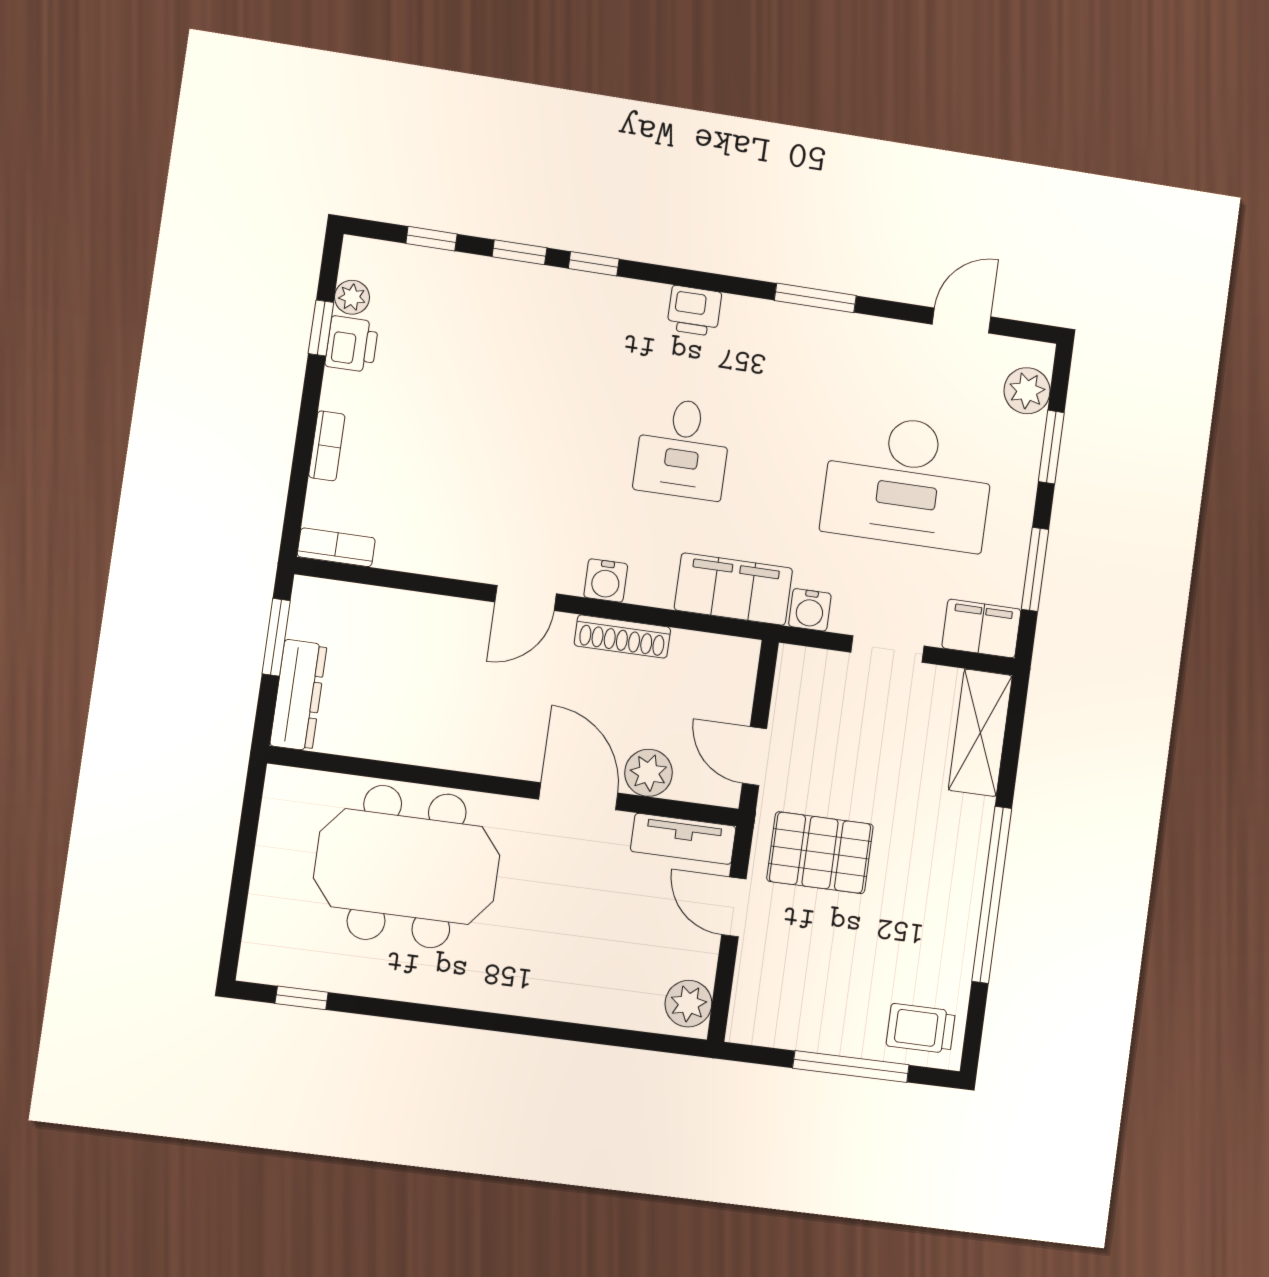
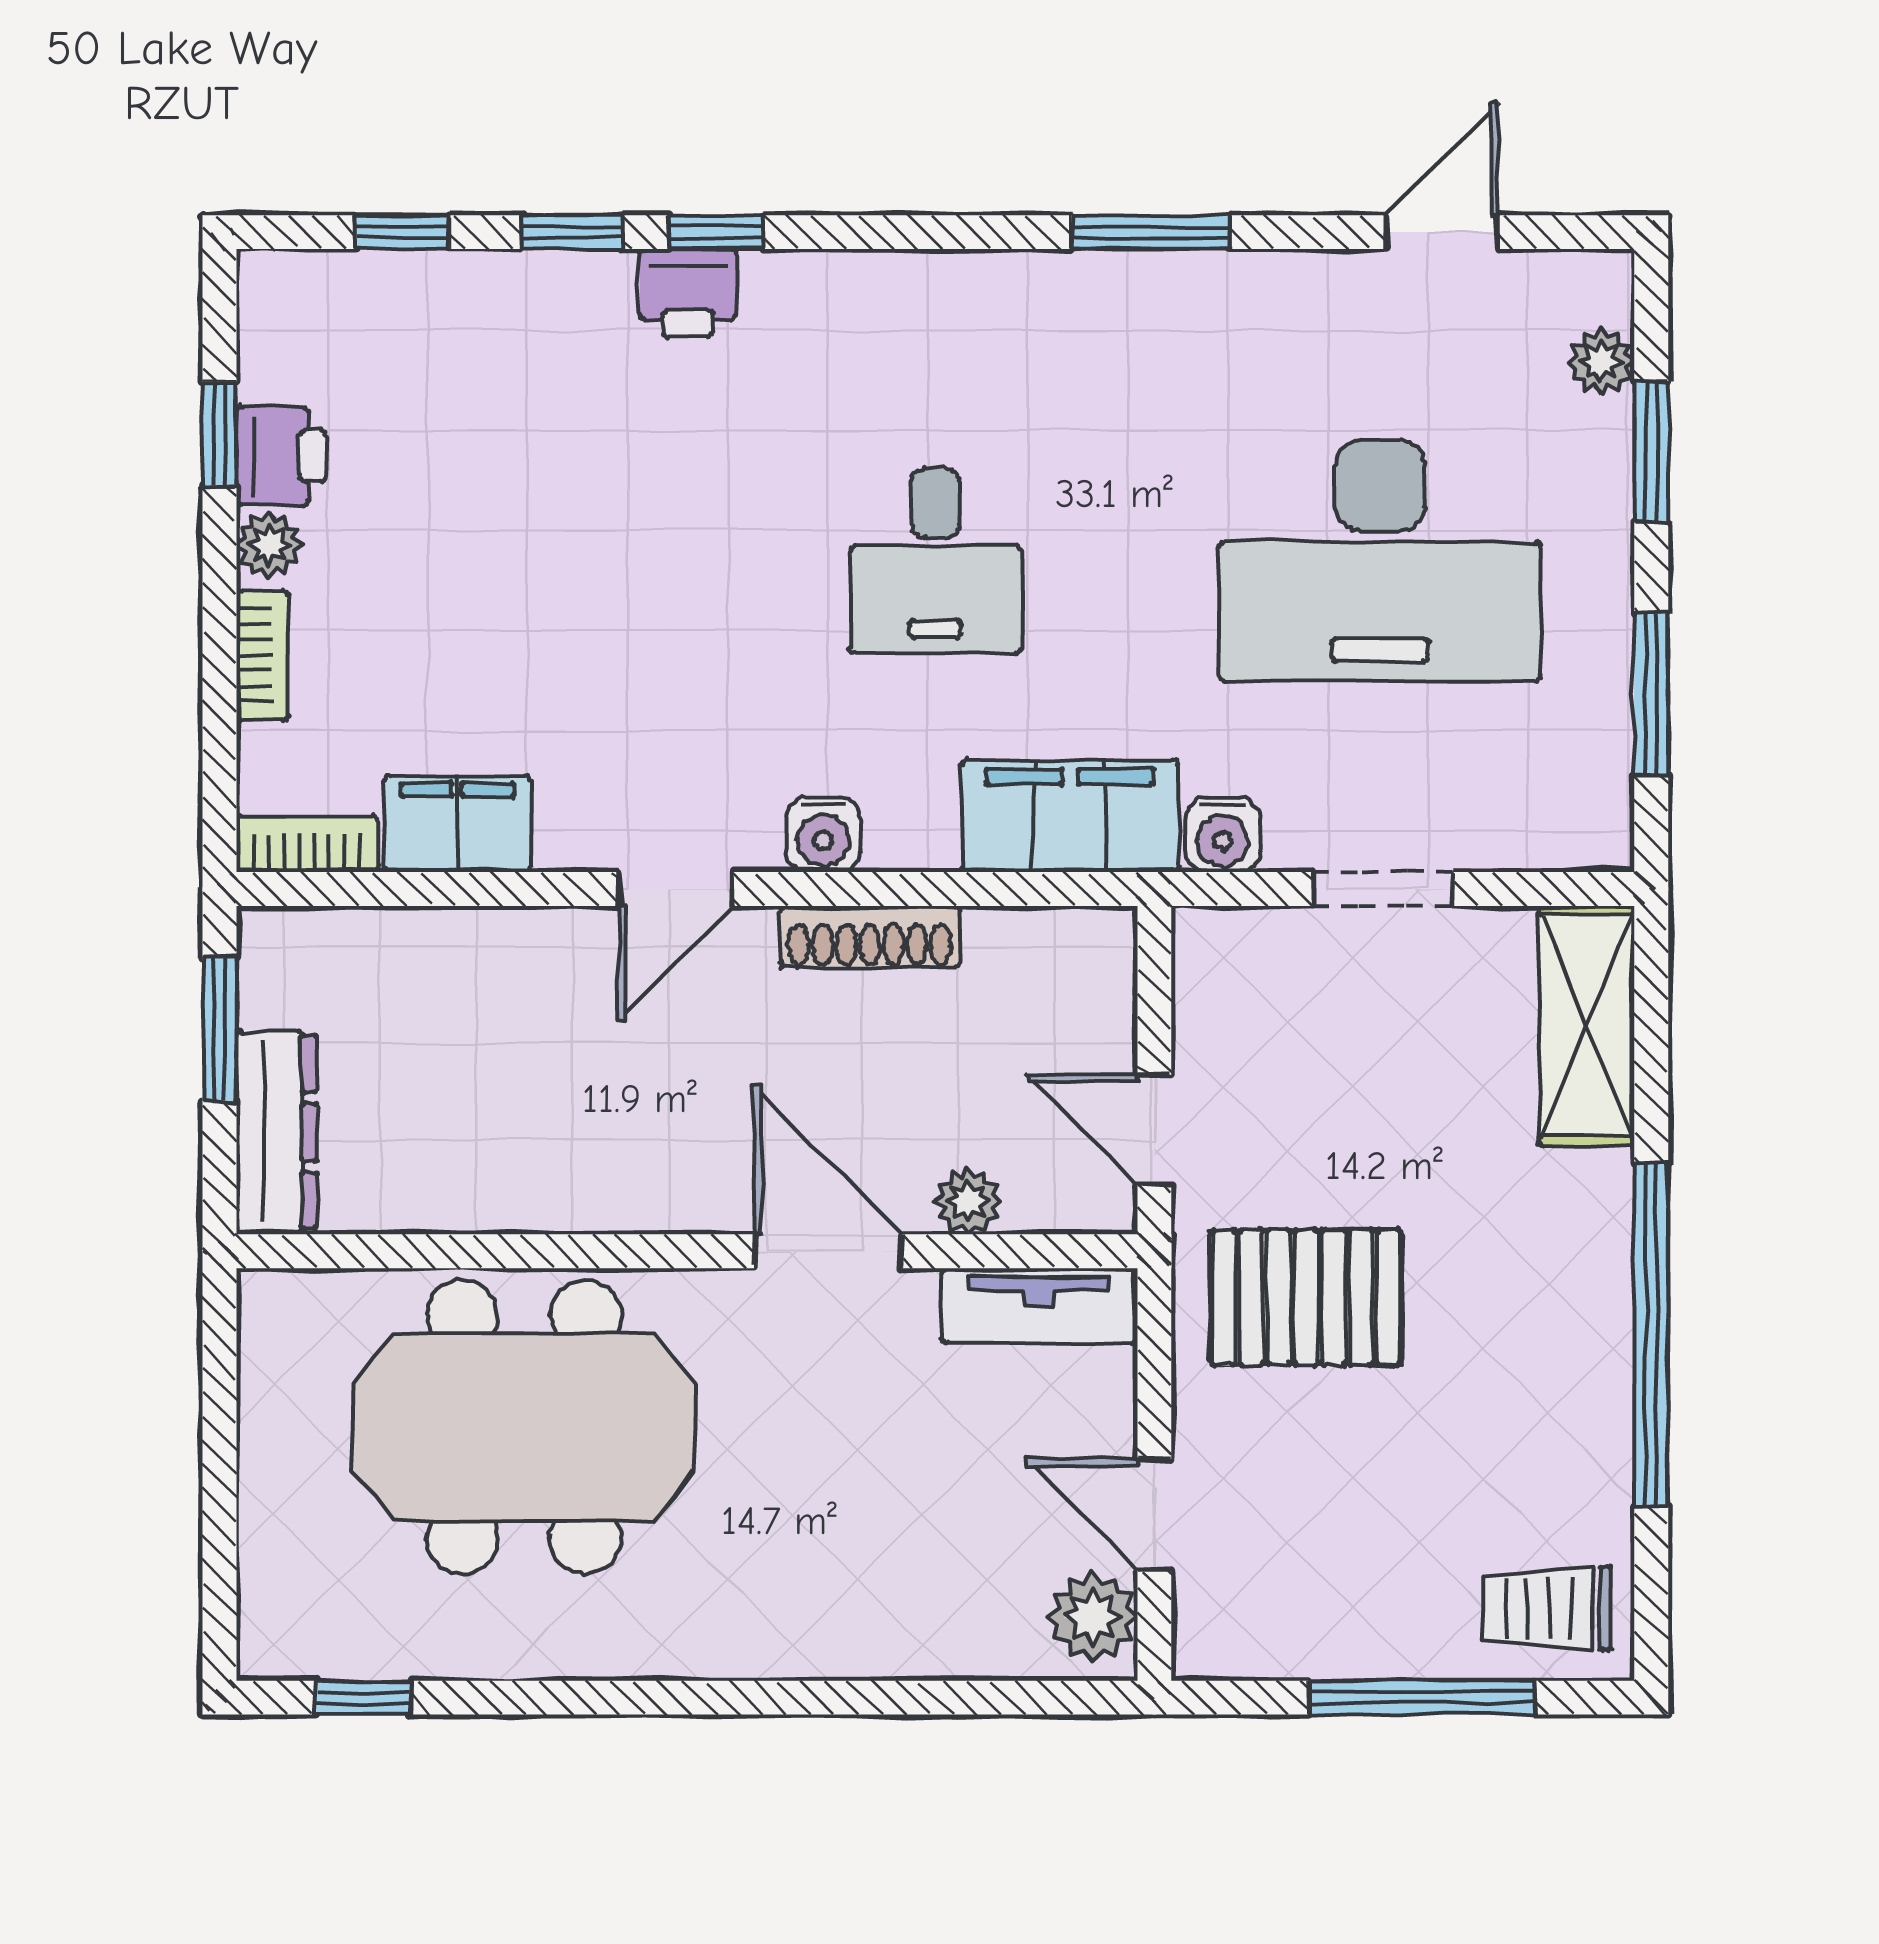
plant: (352, 297) -> (269, 545), moved
printer: (694, 311) -> (688, 293), moved
plant: (1027, 391) -> (1601, 362), width x0.73, depth x0.73
filing cabinet: (981, 629) -> (457, 824), moved
plant: (649, 773) -> (968, 1201), width x0.73, depth x0.73
door: (734, 907) -> (1154, 1515), moved

